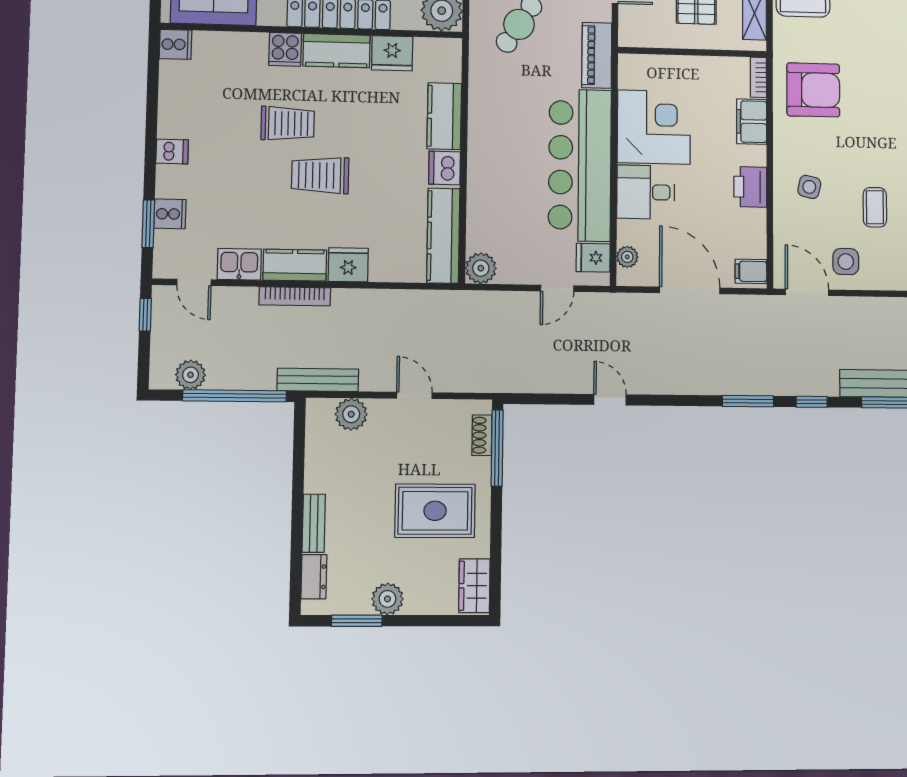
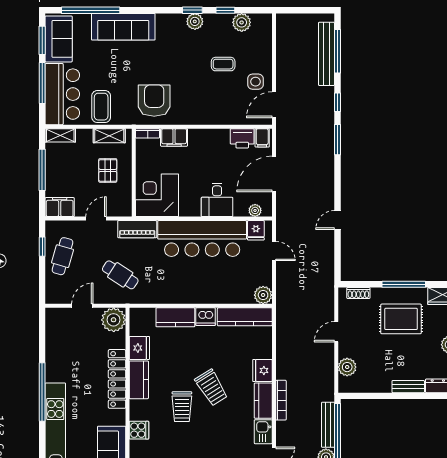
cooker: (285, 49) -> (139, 430), moved
trolley: (288, 123) -> (182, 407), turned 180
corner desk: (654, 127) -> (157, 195), moved
trolley: (320, 175) -> (211, 388), turned -32
printer: (750, 187) -> (242, 138), moved
side table: (809, 187) -> (212, 103), removed
bench: (318, 380) -> (328, 425), moved
window: (497, 448) -> (404, 284), moved
rug: (435, 511) -> (401, 319), turned 90

